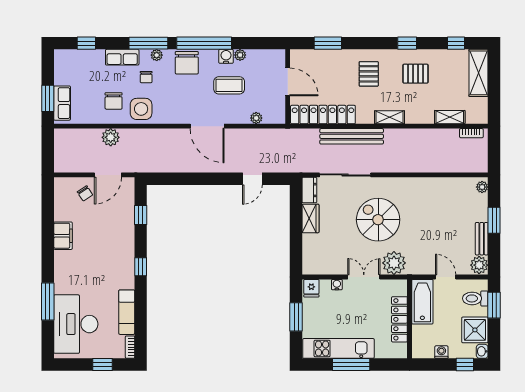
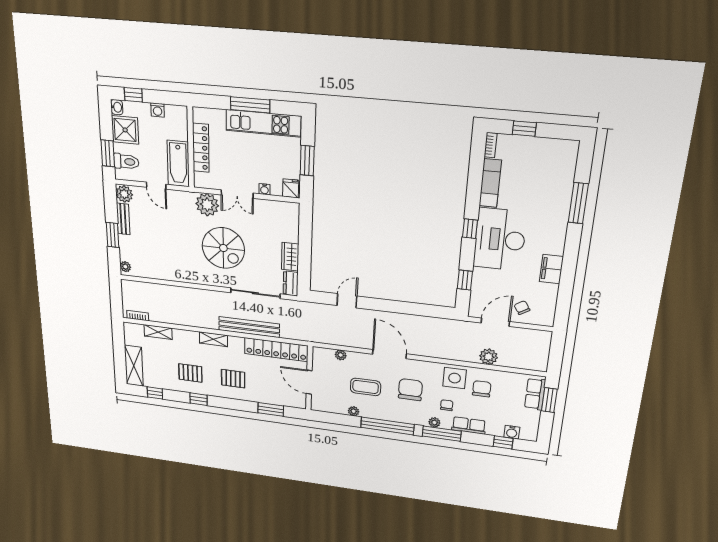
water cooler: (226, 56) -> (512, 432), moved
chair: (187, 63) -> (410, 390), moved
pallet: (369, 74) -> (233, 379), turned 90
desk: (76, 324) -> (500, 239), moved, turned 180

